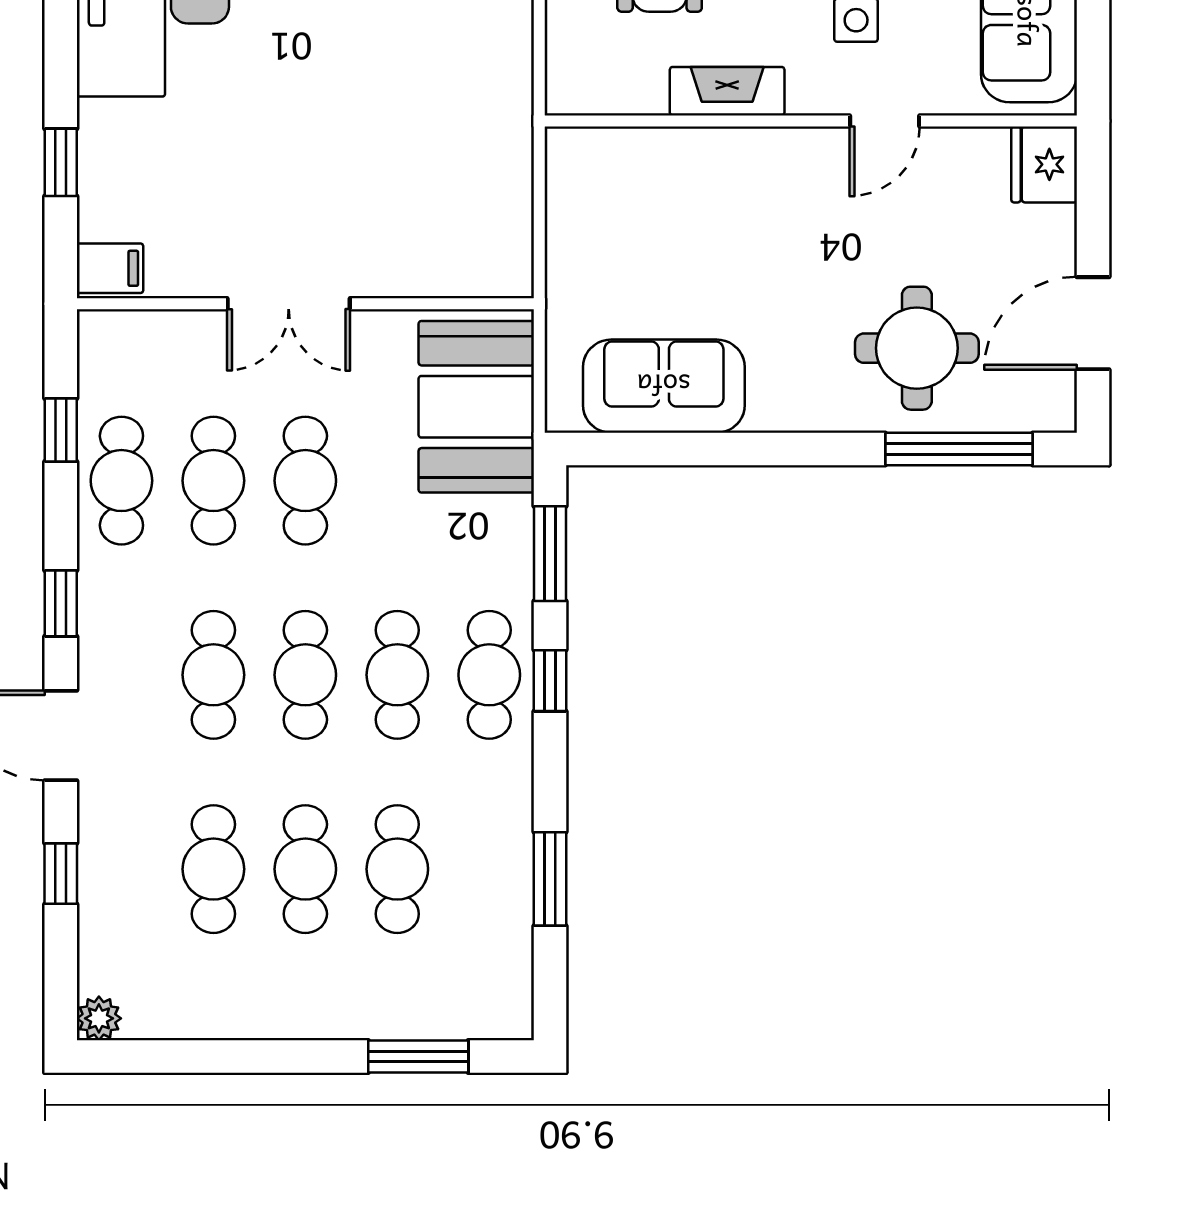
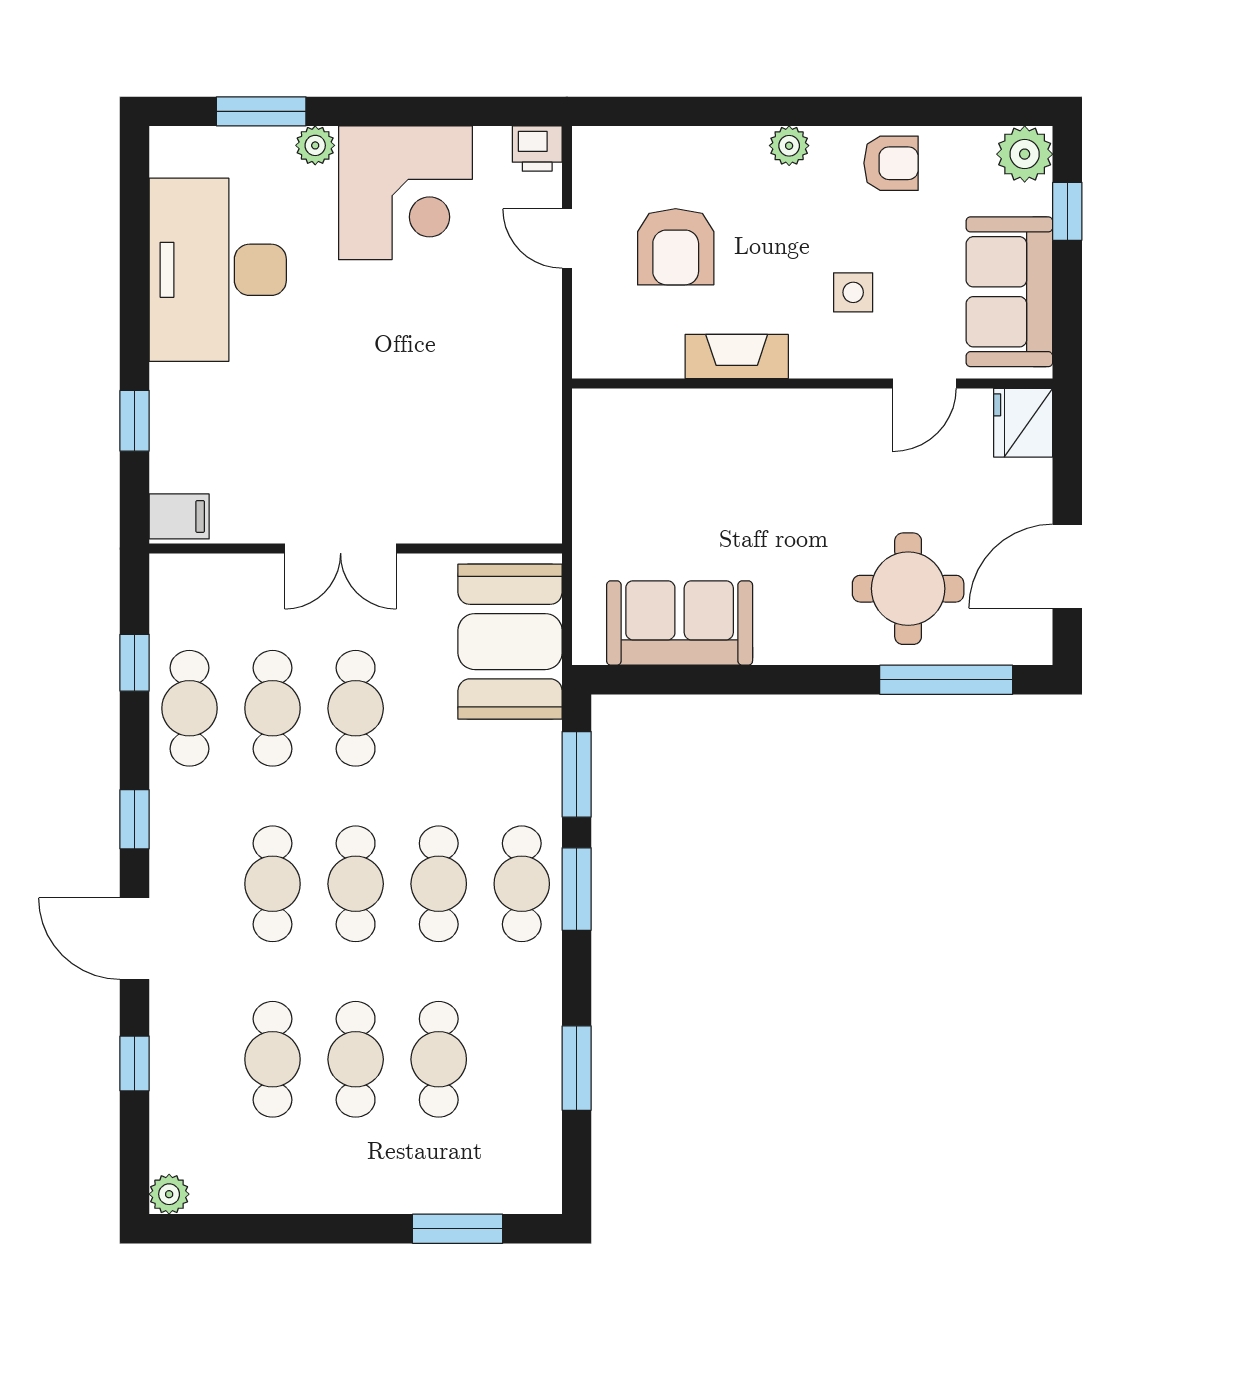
door: (885, 121) -> (925, 383), moved
window: (550, 681) -> (577, 889), width x1.50

